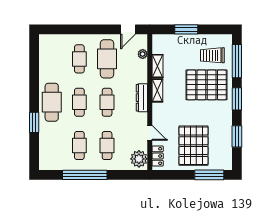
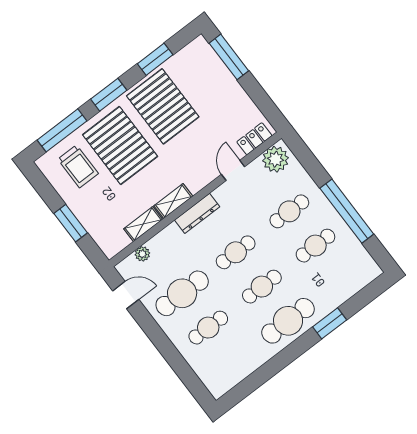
pallet: (193, 146) -> (163, 106), moved, turned 90

